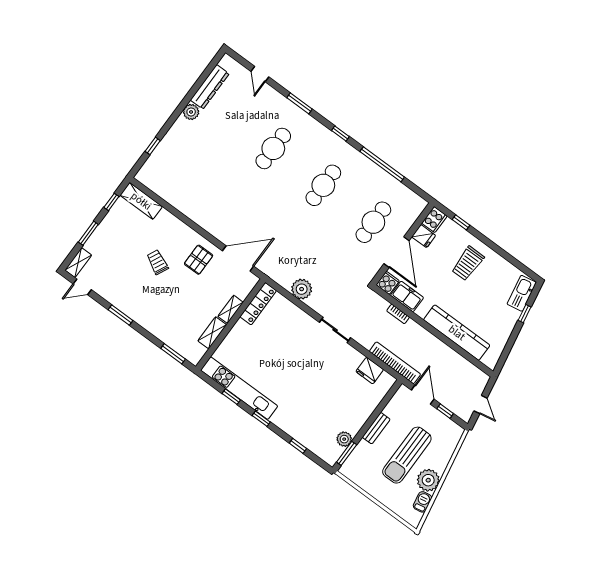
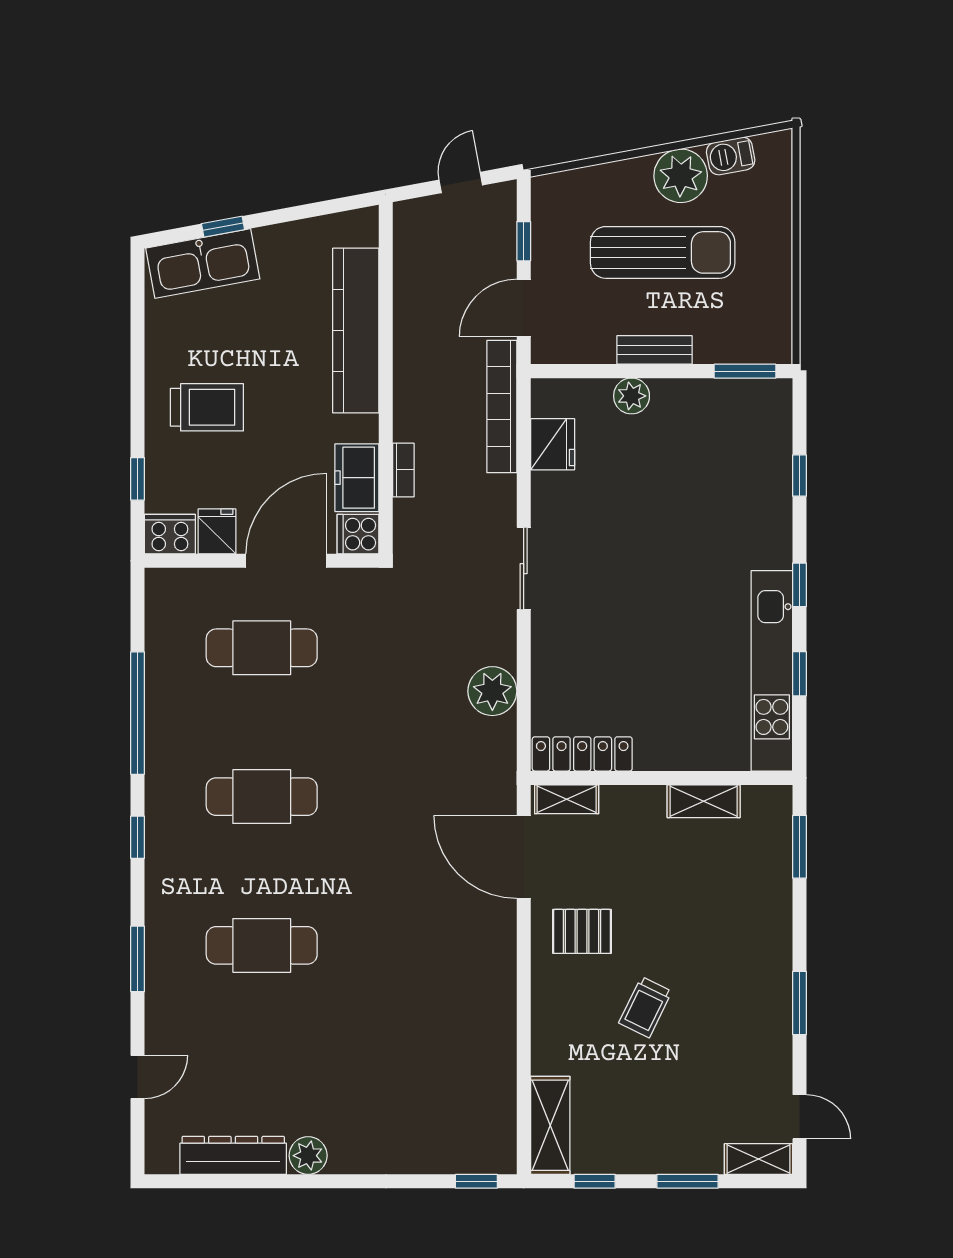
window: (153, 146) -> (476, 1181), moved
kitchen sink: (522, 293) -> (203, 263), width x1.36, depth x1.24
shelving: (231, 309) -> (567, 799), moved
plant: (344, 439) -> (632, 396), moved

